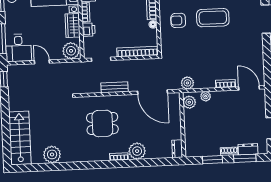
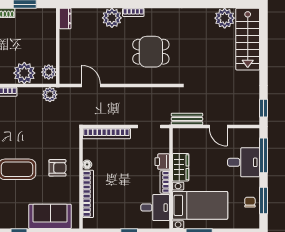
desk: (18, 48) -> (244, 162), moved, turned 90
plant: (71, 51) -> (184, 138), removed
bench: (114, 87) -> (187, 119), moved
door: (152, 92) -> (91, 86), width x0.53
plant: (206, 96) -> (24, 73), width x1.87, depth x1.87
plant: (52, 154) -> (225, 18), moved

